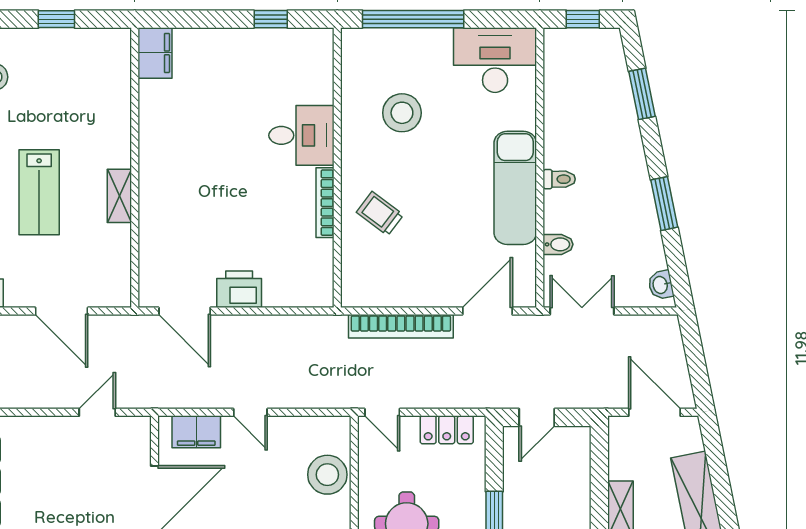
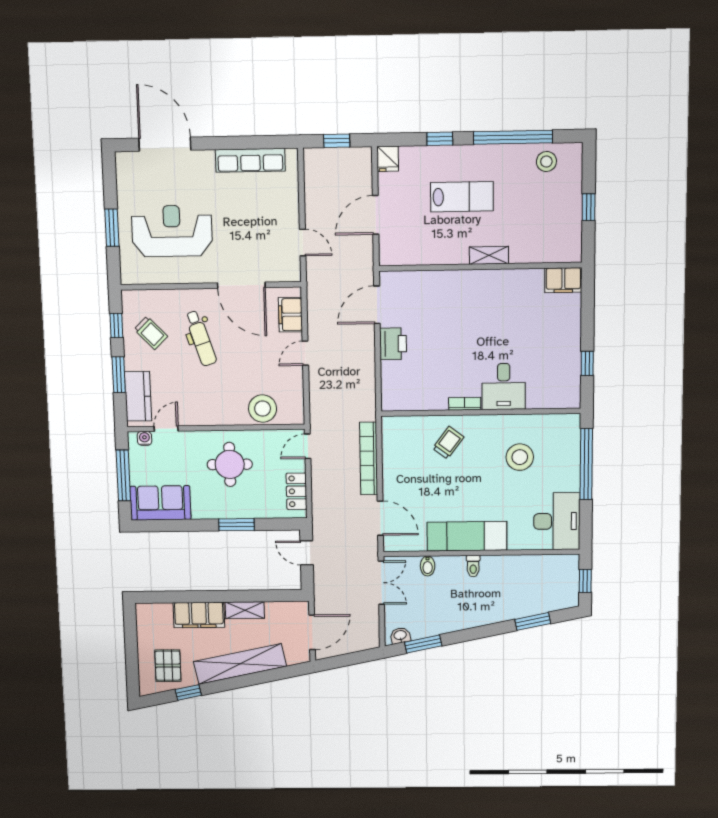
lab bench: (39, 192) -> (462, 197), turned 180
shelving: (119, 196) -> (489, 255), moved
bookcase: (325, 203) -> (465, 404), width x0.64
window: (664, 204) -> (423, 644), moved

